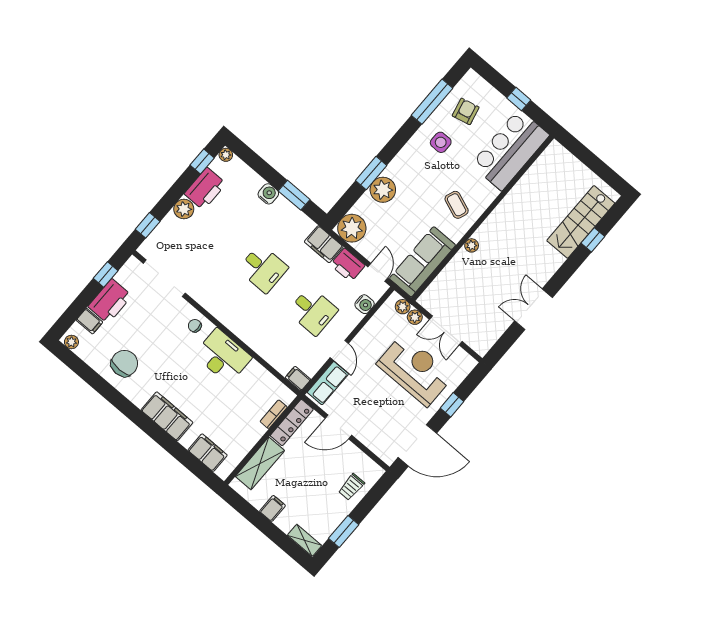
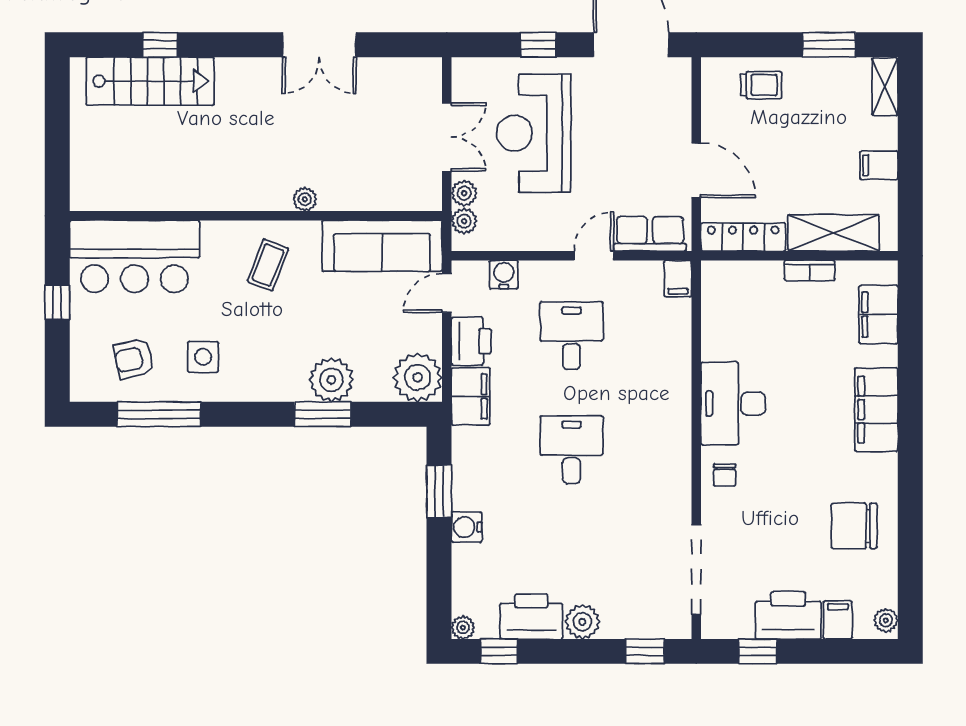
bookcase: (274, 414) -> (809, 270), moved

